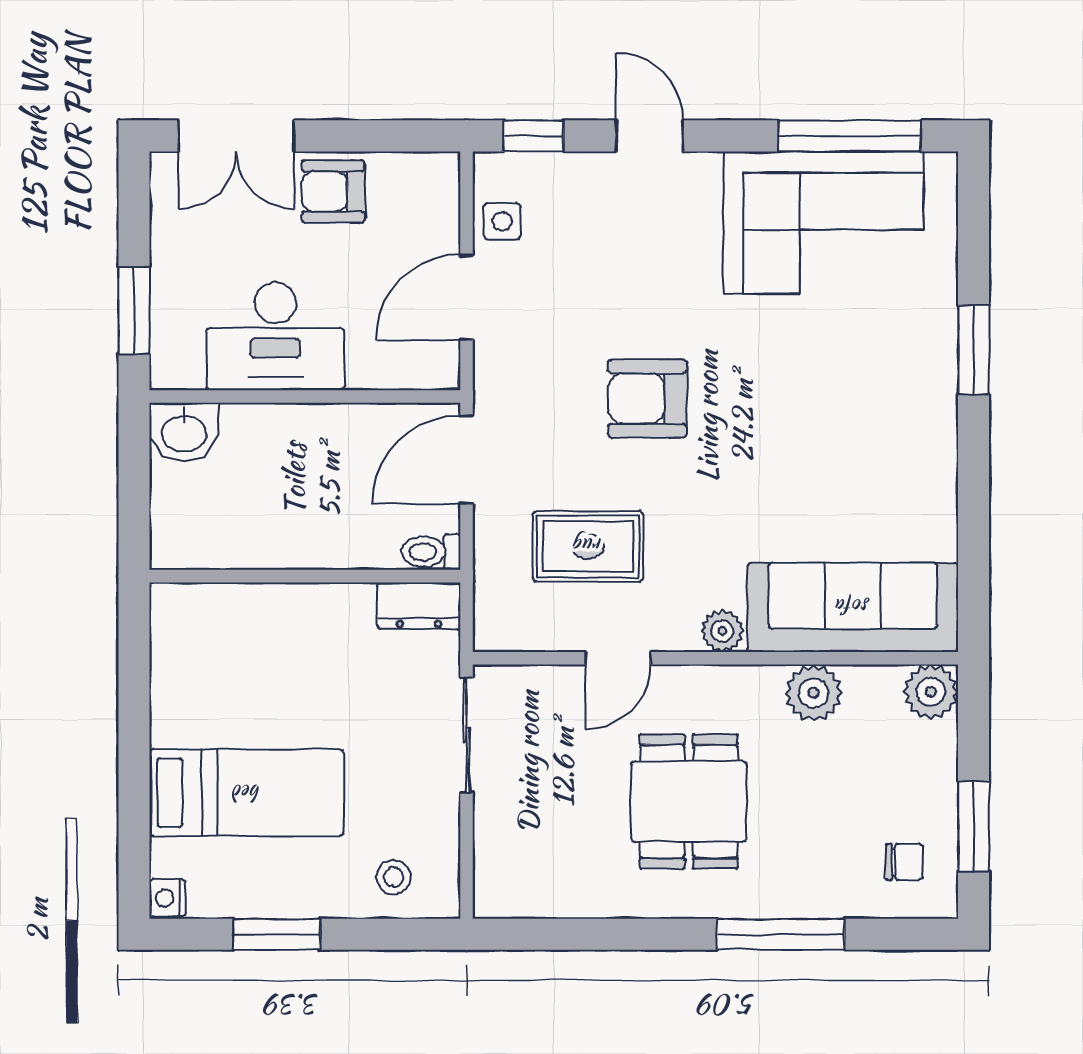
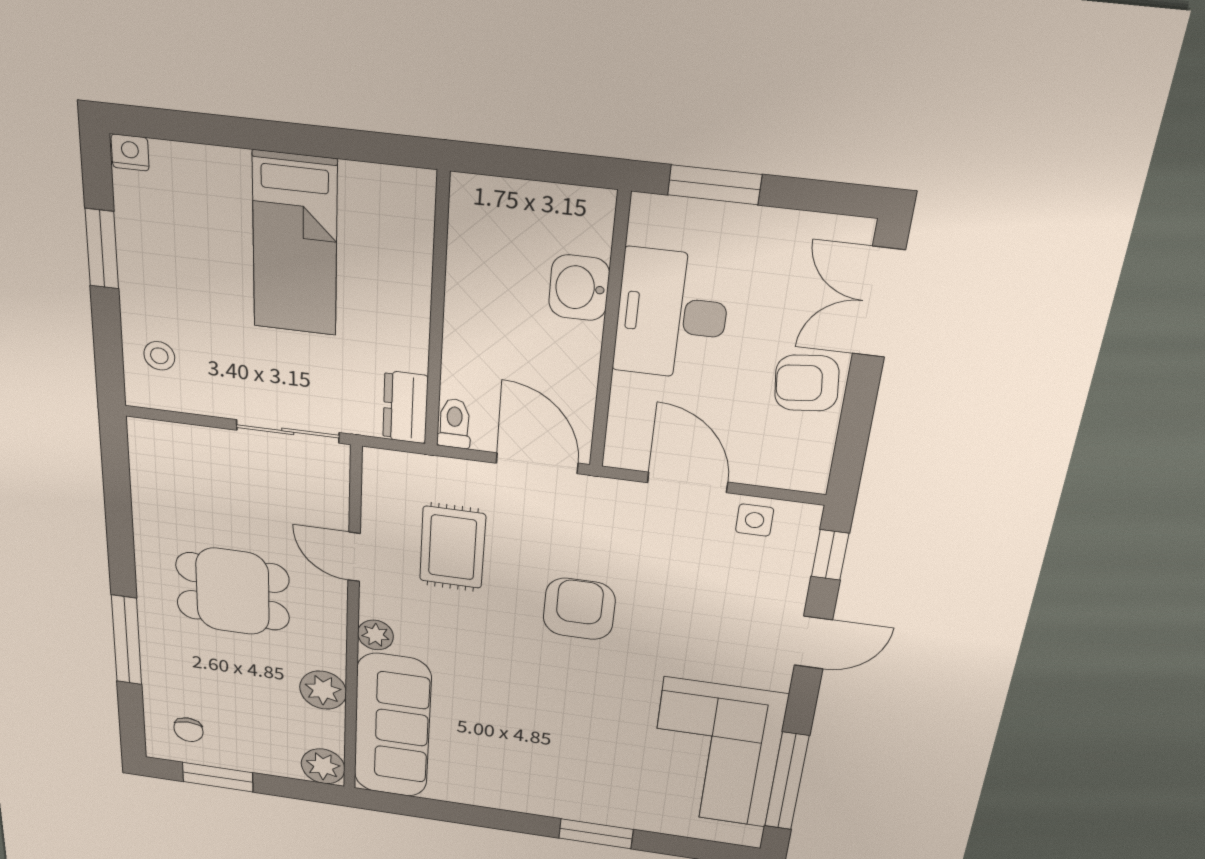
armchair: (333, 192) -> (807, 383), turned -96
washbasin: (184, 432) -> (579, 288), moved
bed: (247, 793) -> (295, 244), moved

